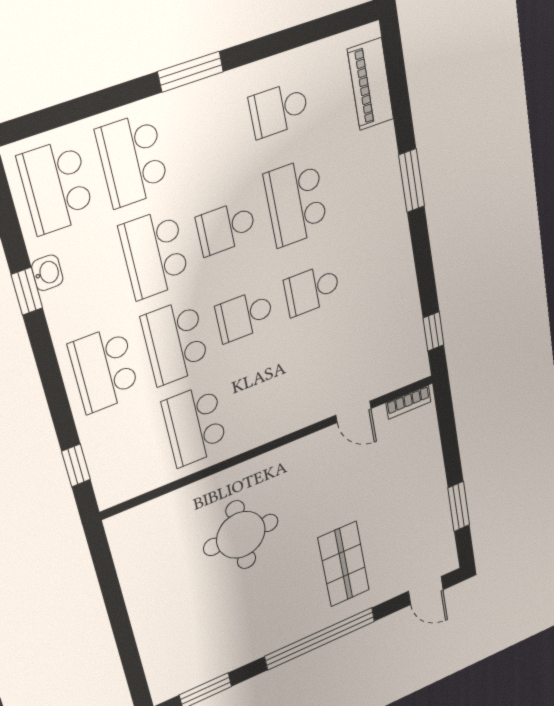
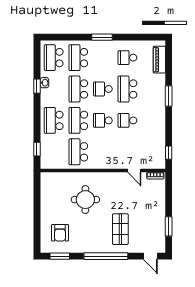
armchair: (193, 640) -> (60, 233), added

